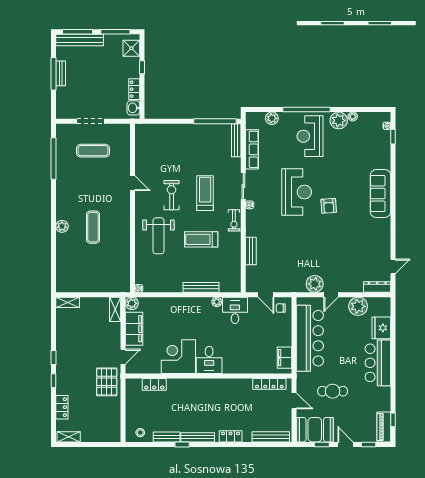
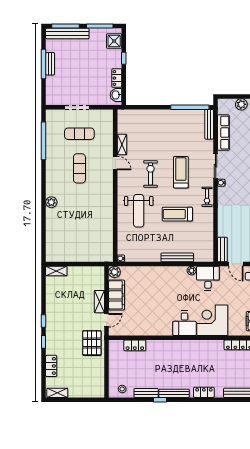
shelving: (140, 163) -> (122, 144), added
exercise mat: (93, 227) -> (79, 168), moved
bench: (251, 251) -> (222, 249), moved
shelving: (115, 309) -> (99, 302), moved
corner desk: (178, 357) -> (212, 320), moved

